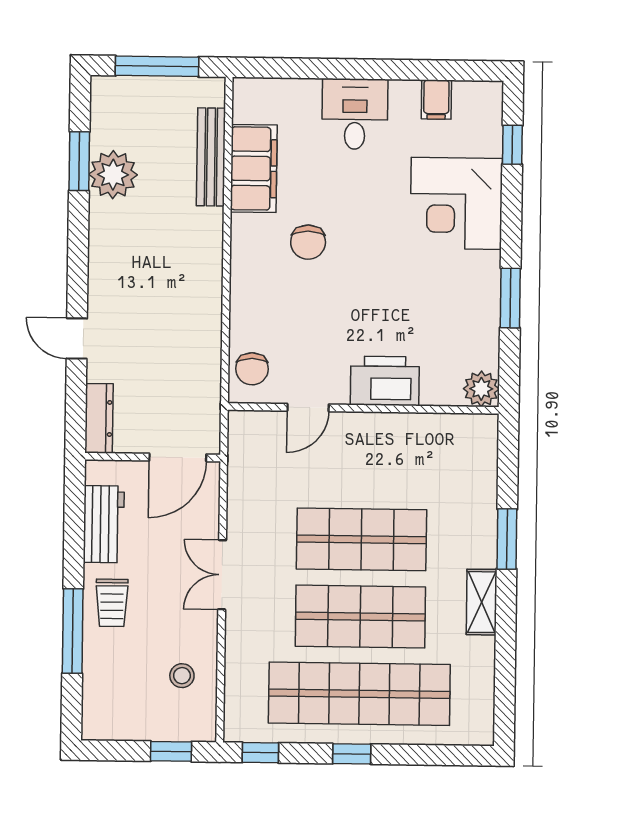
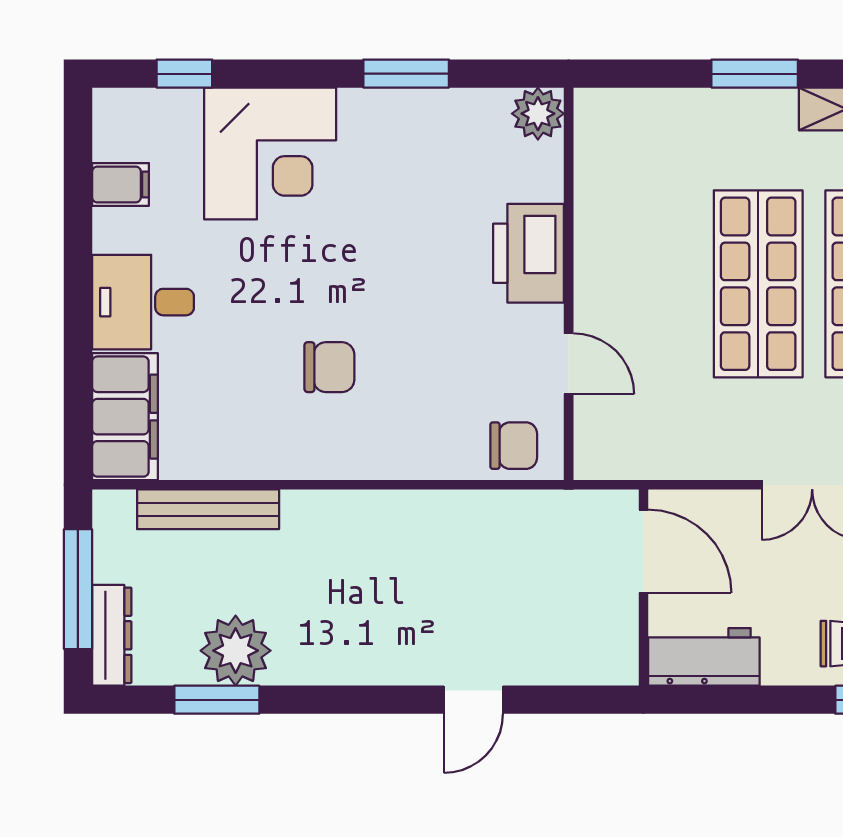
filing cabinet: (254, 168) -> (125, 417), moved, turned 90
dresser: (99, 418) -> (112, 635), moved, turned 90
workbench: (104, 524) -> (704, 657), moved

